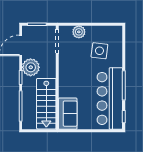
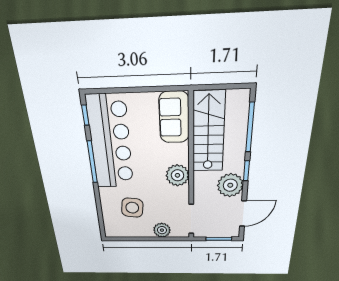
plant: (66, 75) -> (177, 175), added

